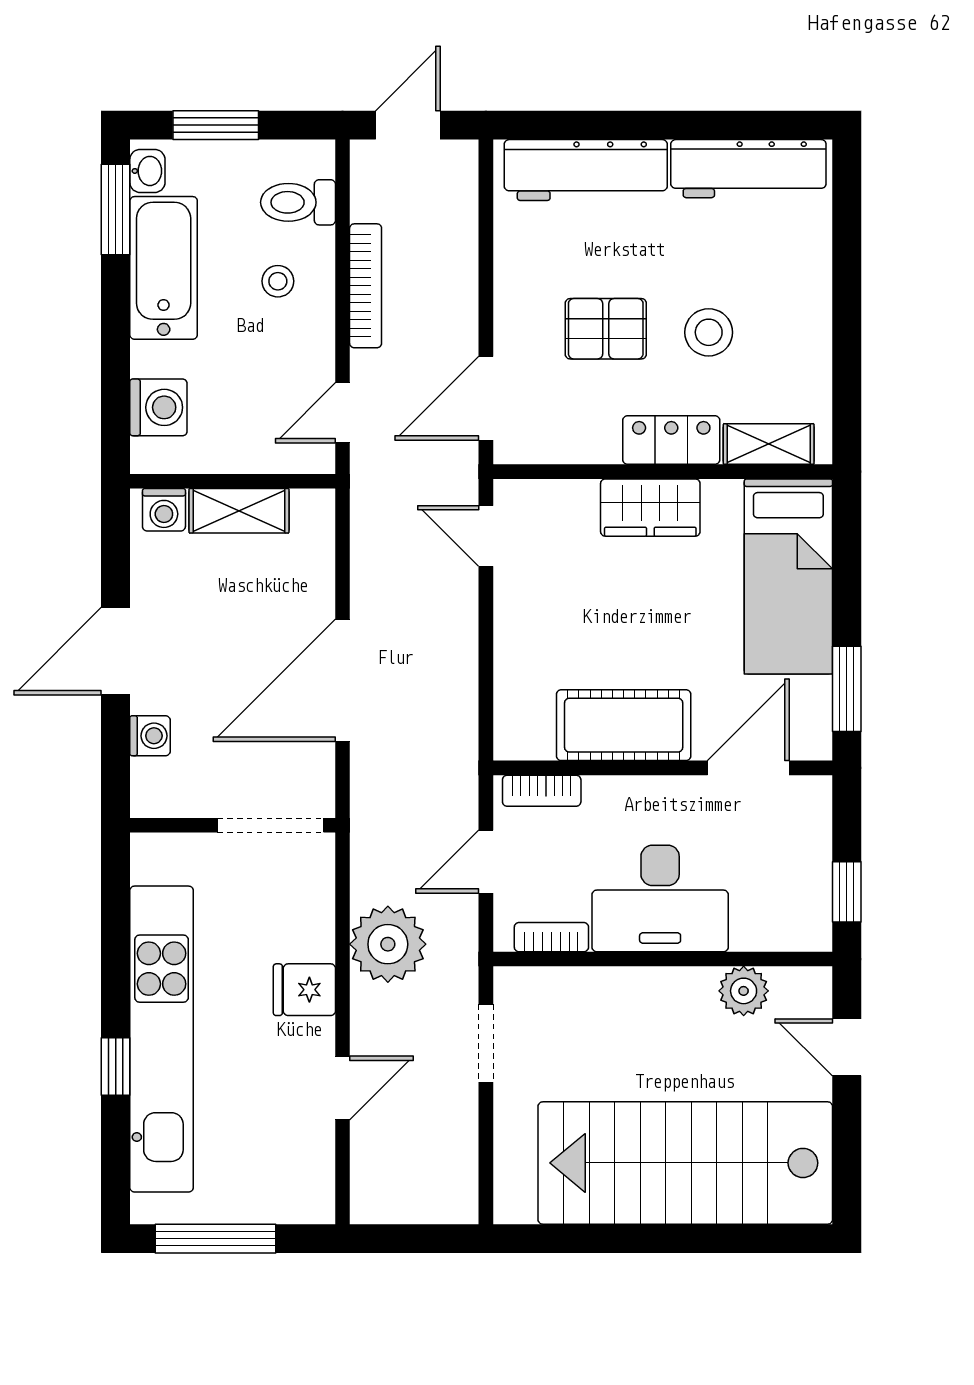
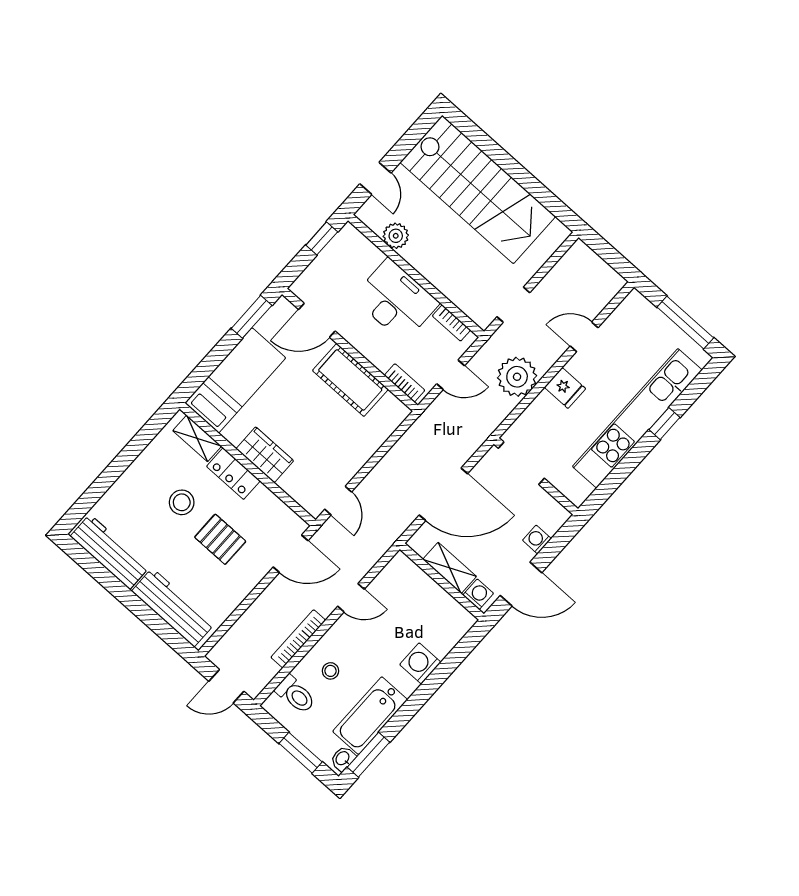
wall: (233, 481) -> (442, 582), moved
washing machine: (164, 510) -> (478, 594), moved
shelving: (239, 511) -> (450, 568), moved

